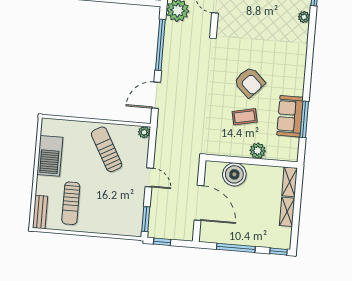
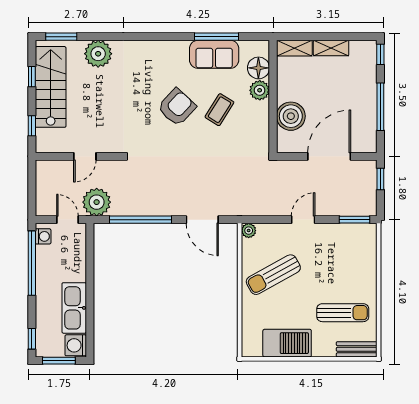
plant: (304, 17) -> (98, 54), width x1.88, depth x1.88
coffee table: (245, 117) -> (219, 110), turned 44
floor lamp: (276, 151) -> (258, 68), added
window: (162, 242) -> (380, 179), moved

